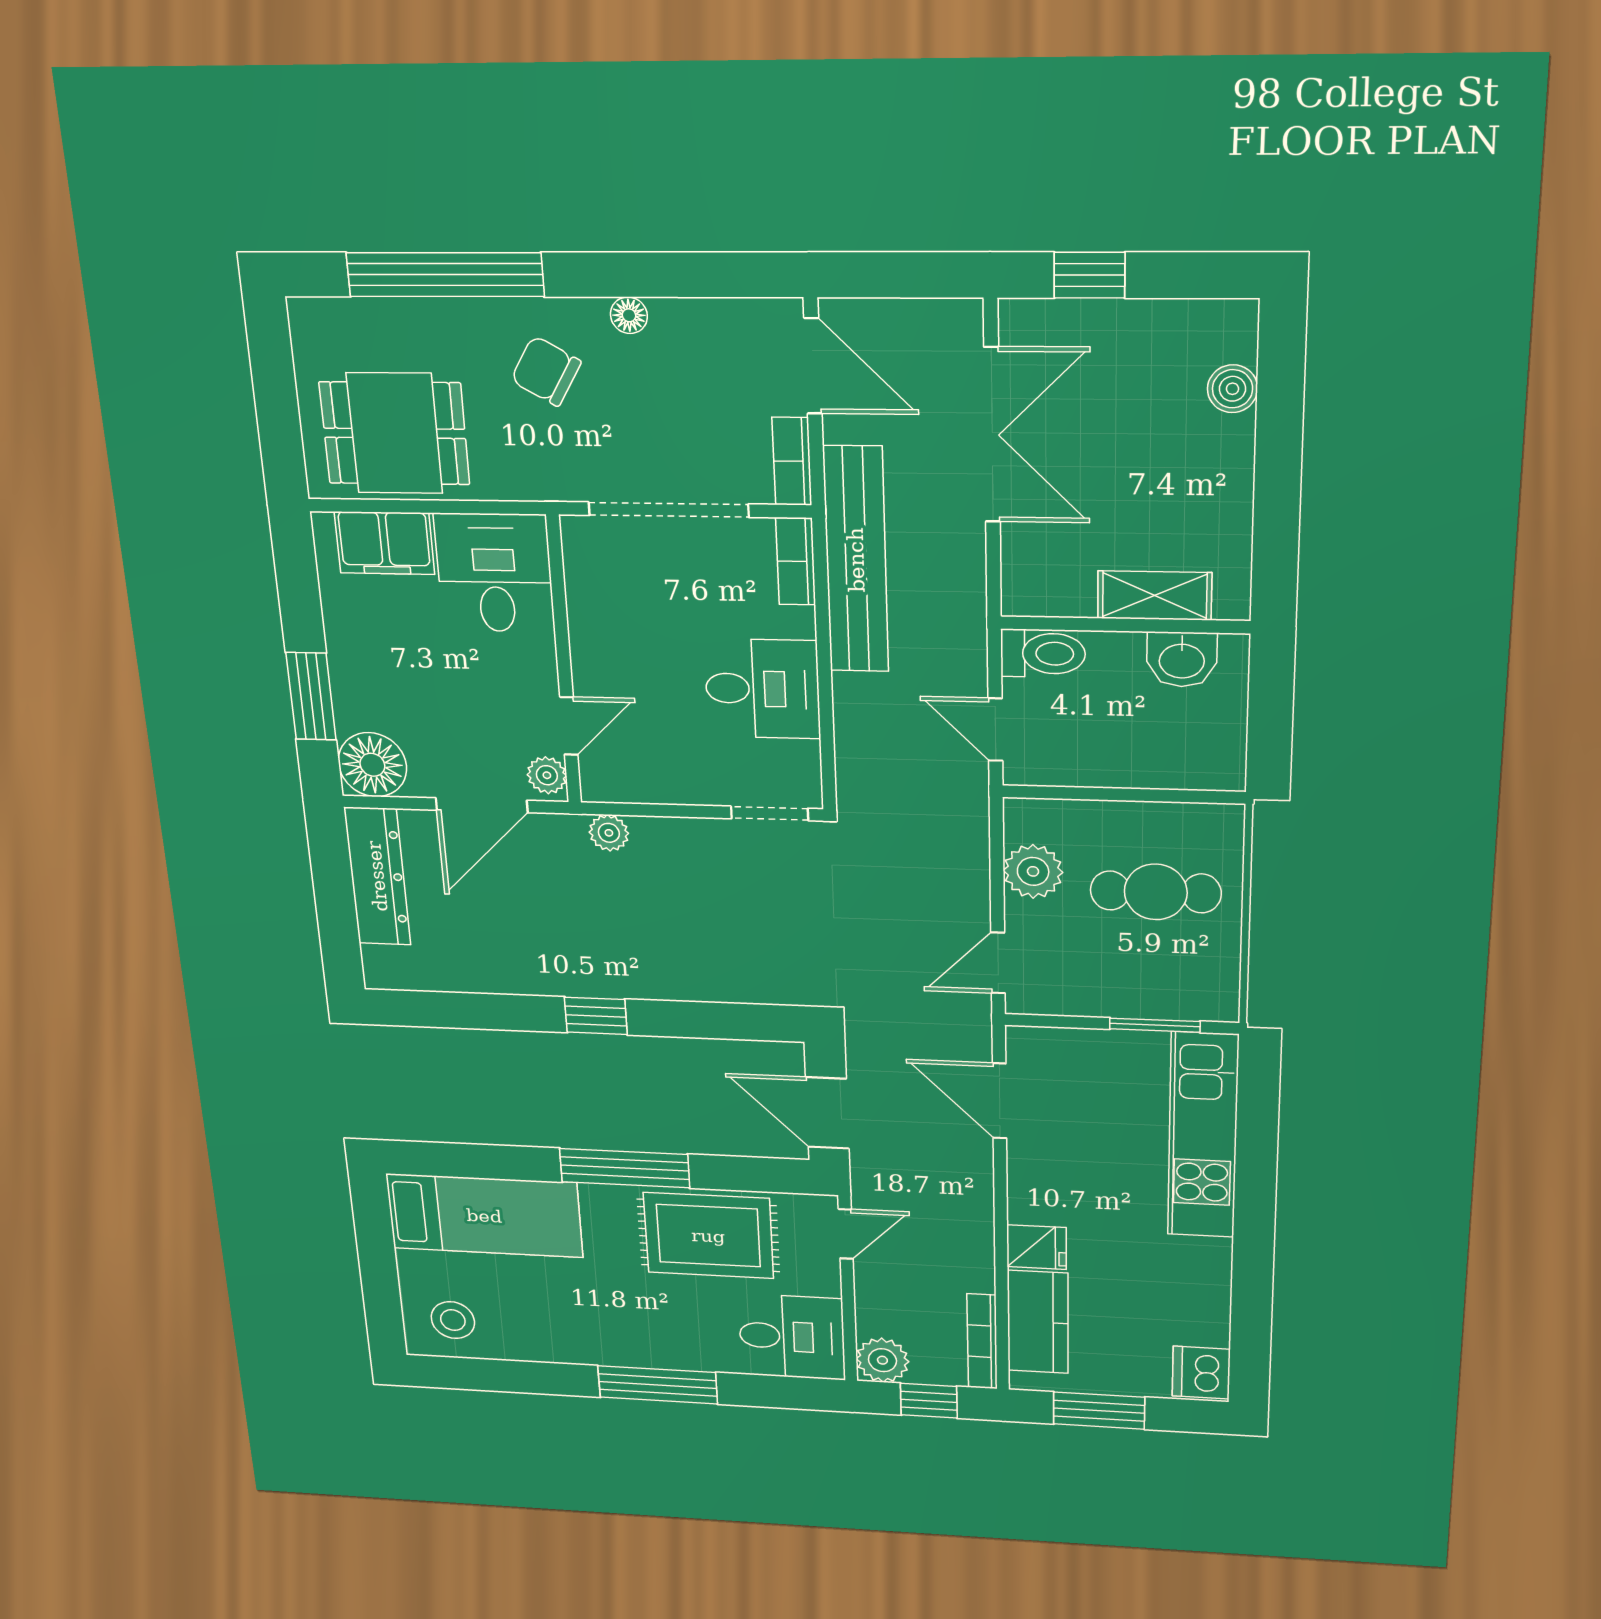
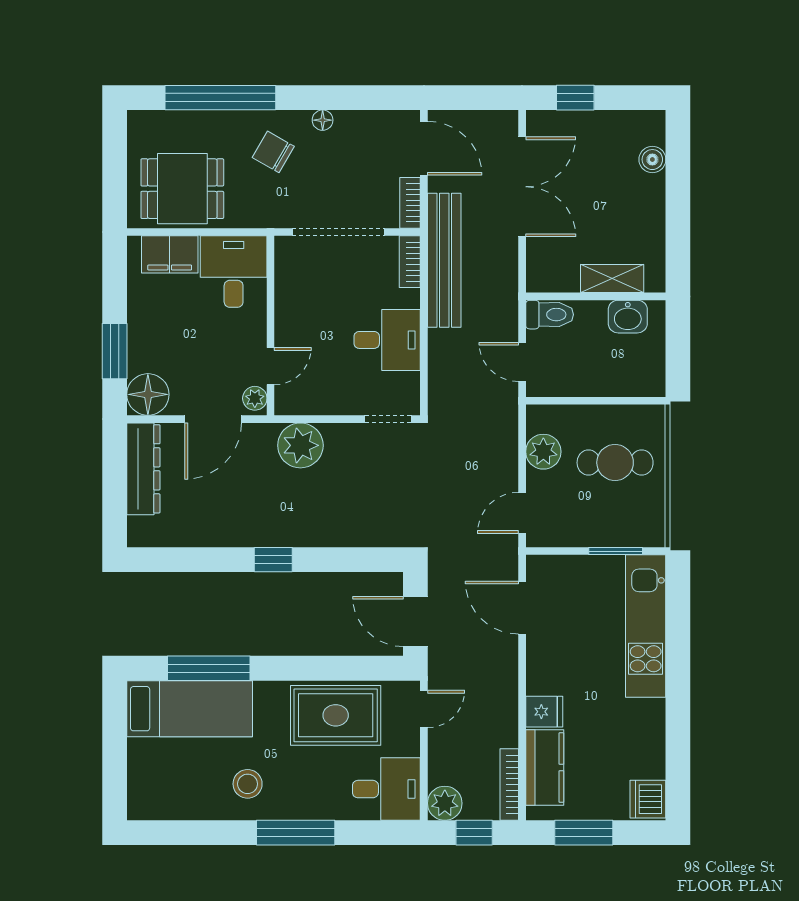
plant: (609, 833) -> (300, 445), width x1.87, depth x1.87
window: (625, 1168) -> (209, 668), moved
stool: (453, 1320) -> (248, 784), moved

